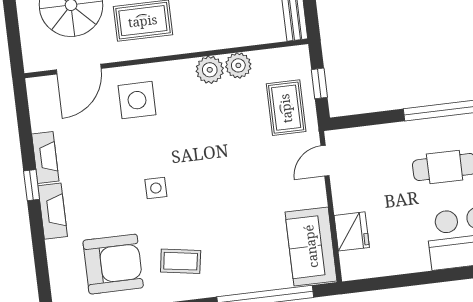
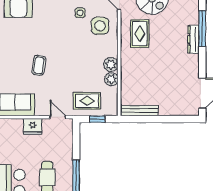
side table: (156, 188) -> (80, 13), moved
fridge: (352, 231) -> (33, 126), moved
coffee table: (181, 261) -> (39, 65), moved

